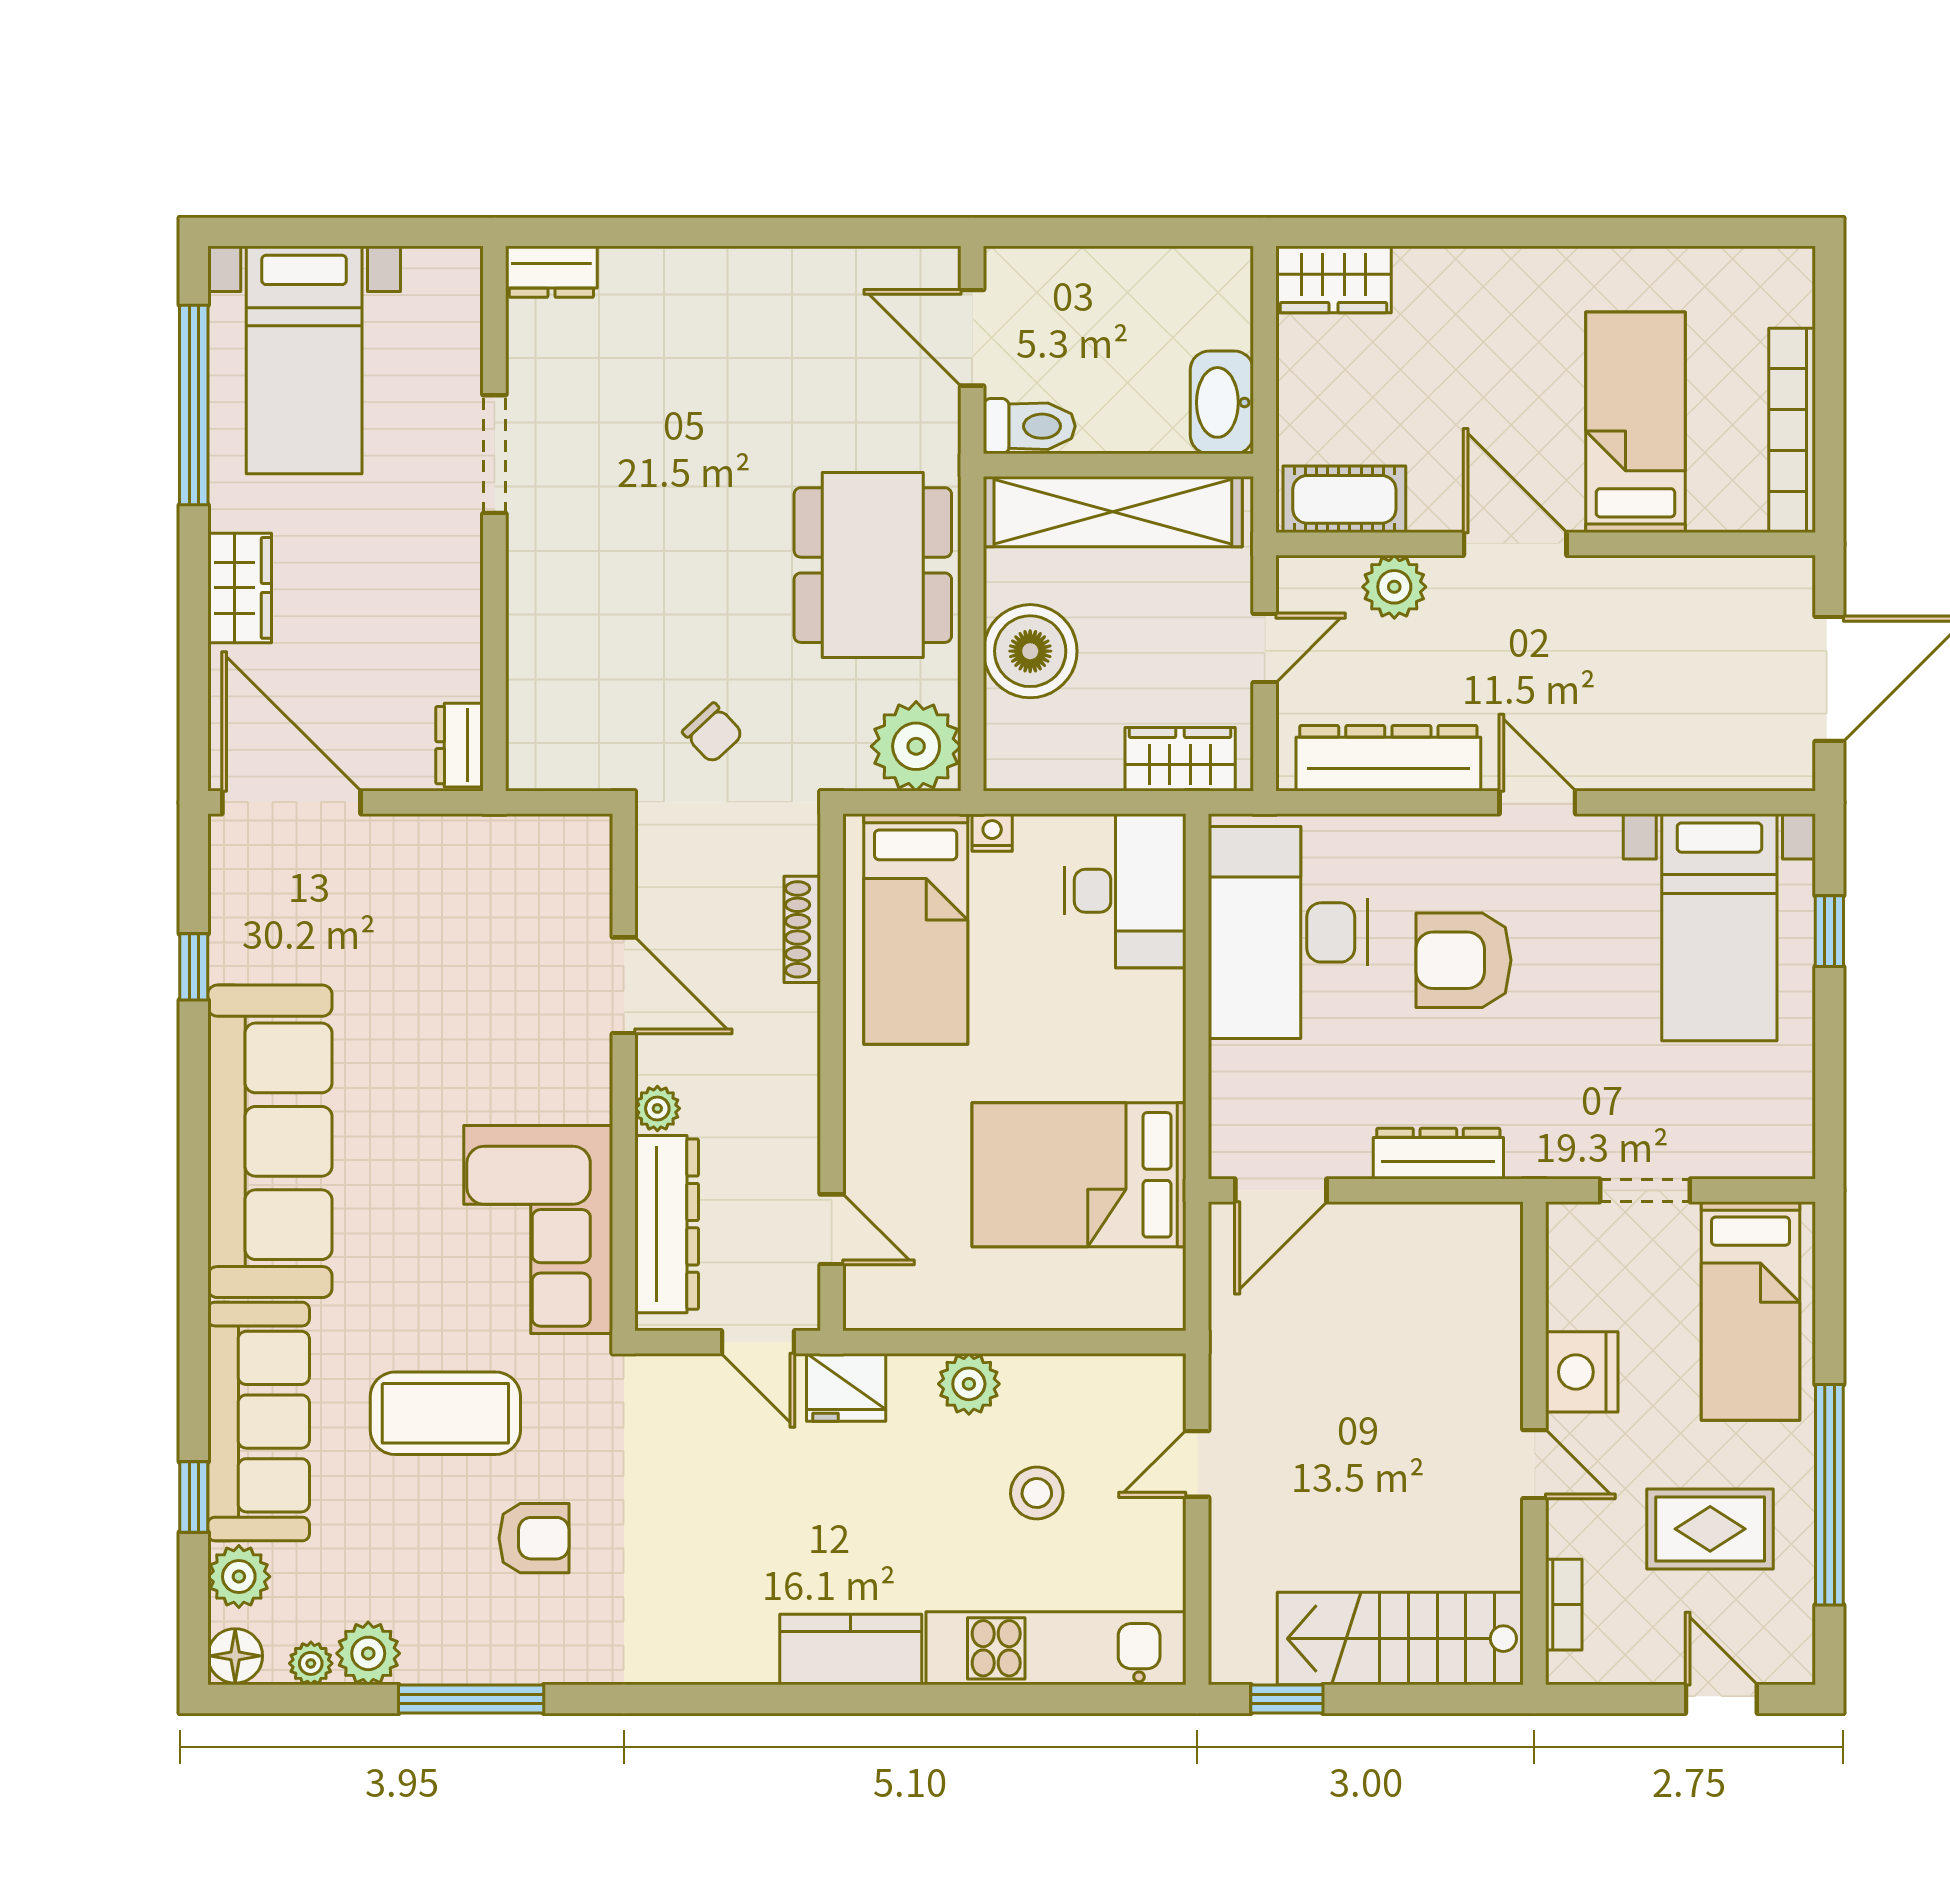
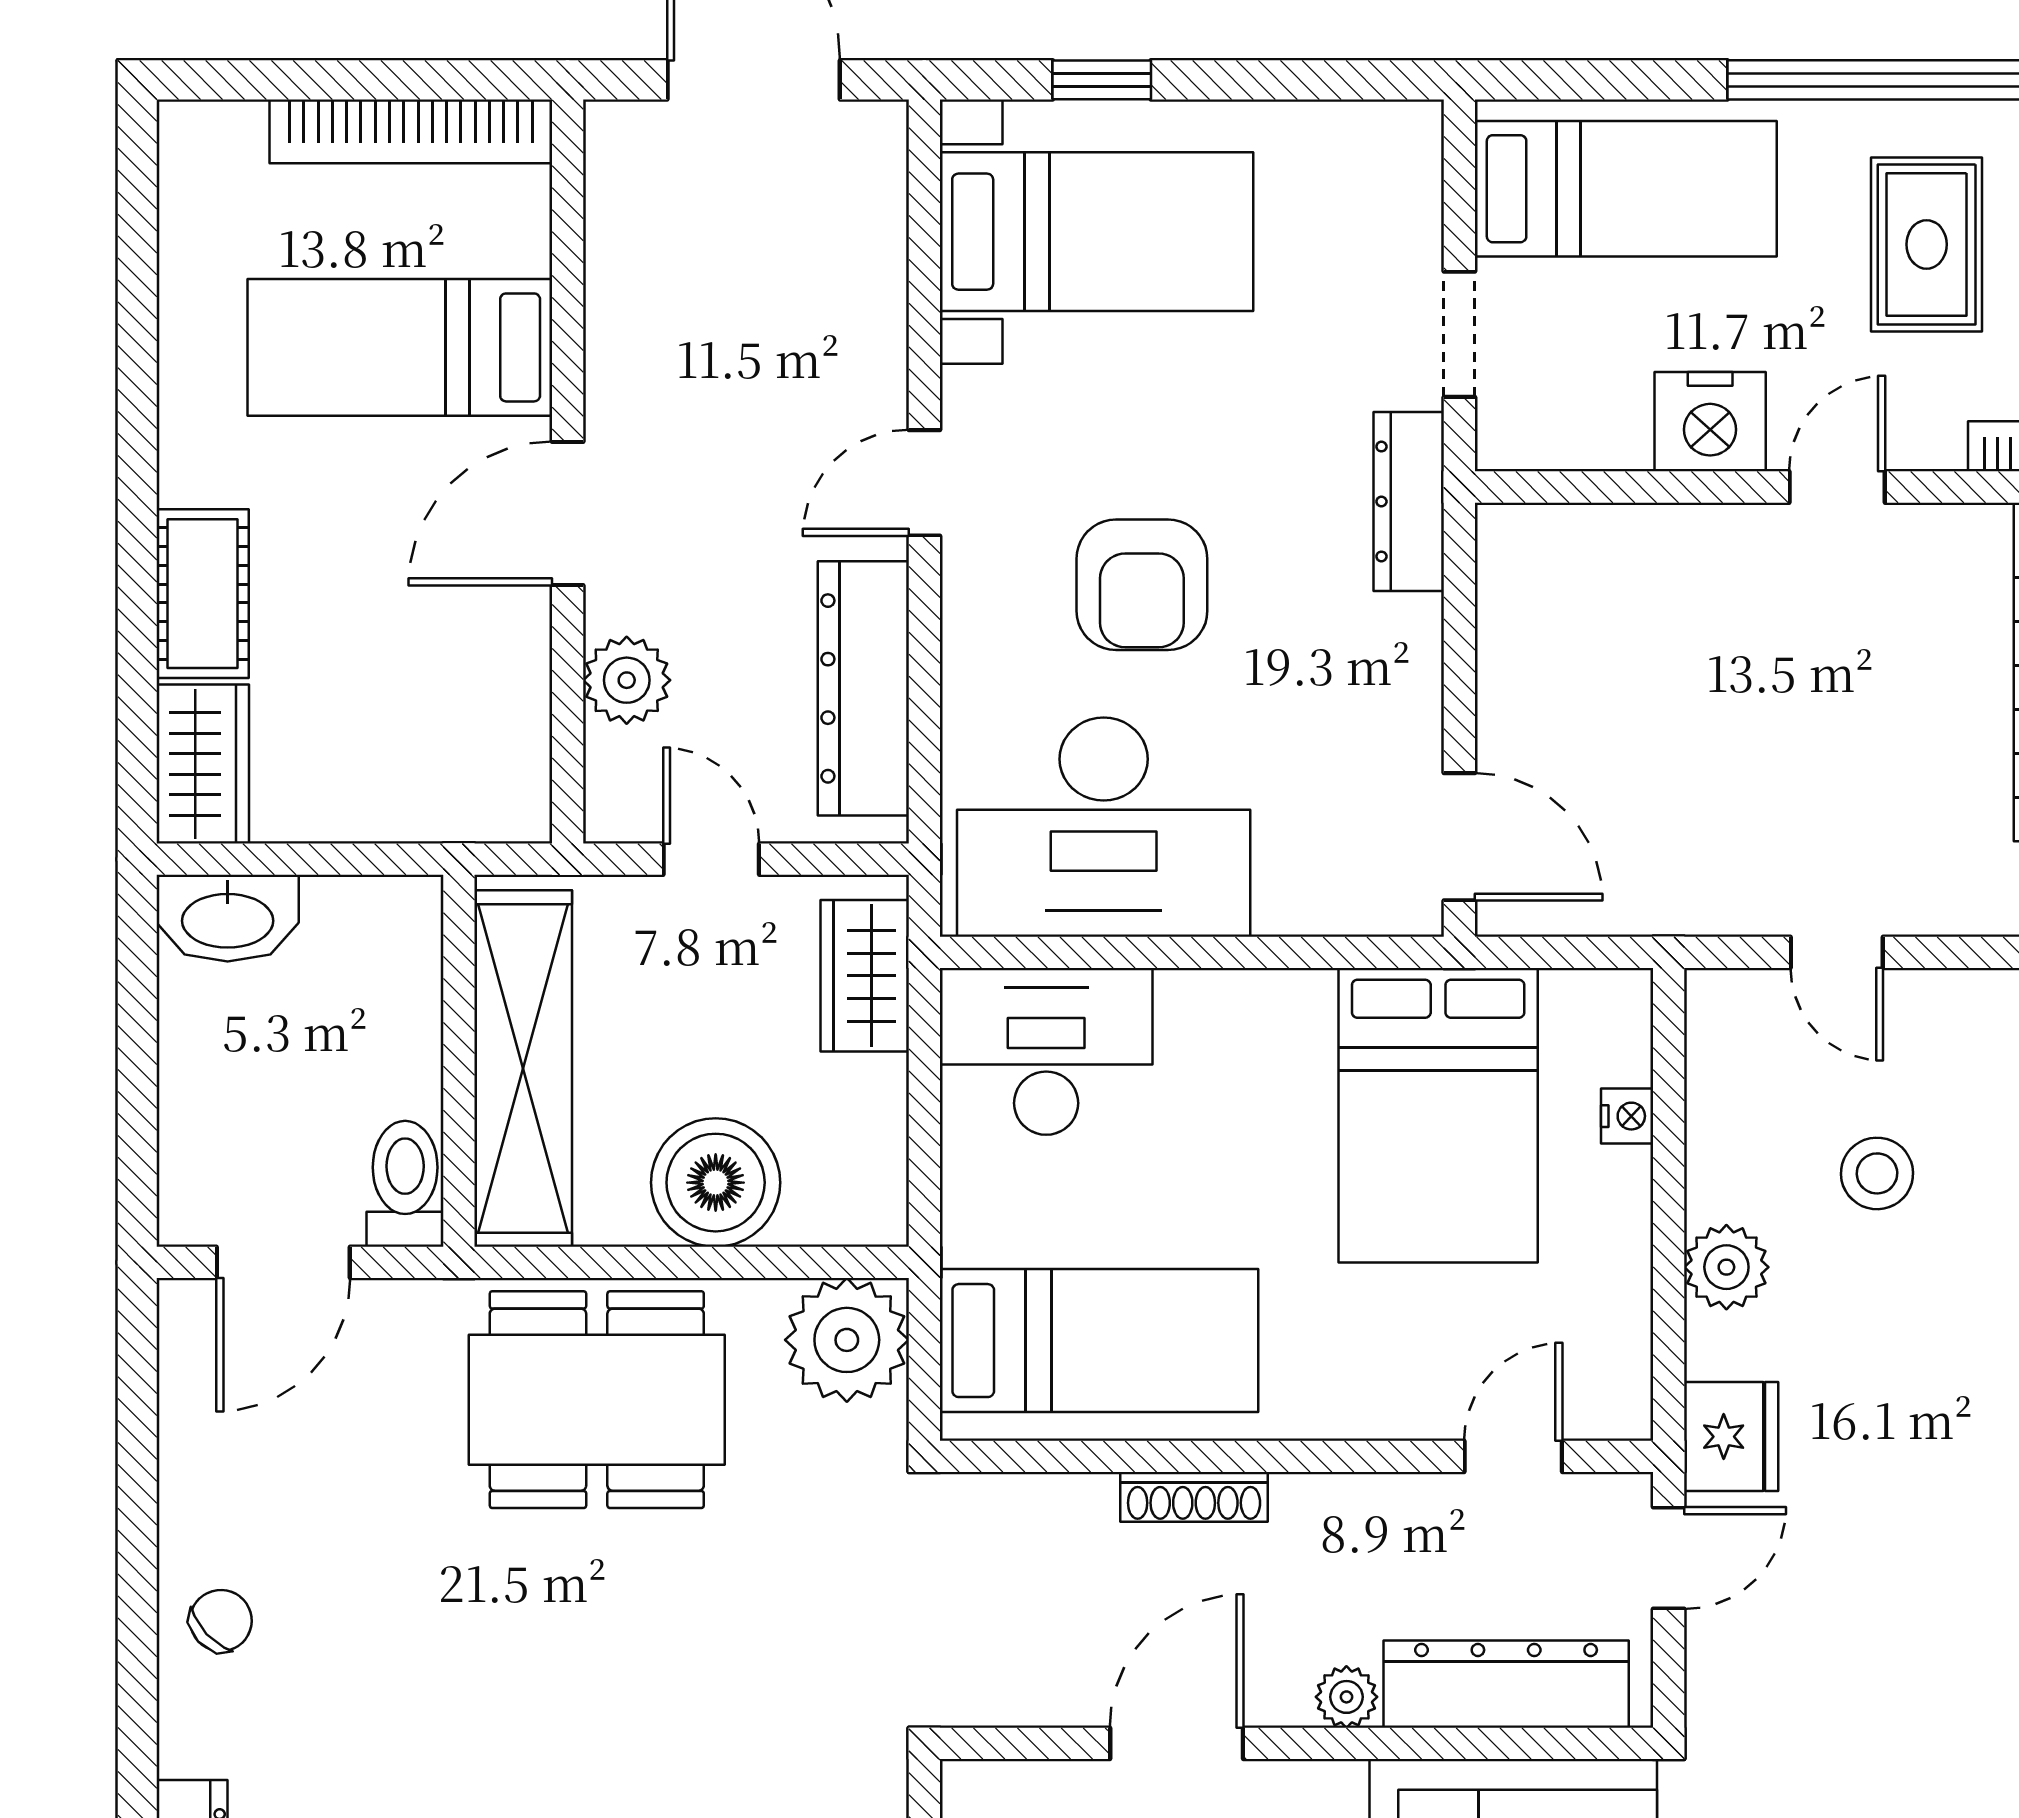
washbasin: (1222, 402) -> (228, 918), moved
cot: (1344, 499) -> (203, 594), moved
chair: (713, 733) -> (221, 1621), moved
nightstand: (992, 833) -> (1627, 1116), moved, turned 180
shoe rack: (802, 929) -> (1194, 1497), moved
dresser: (1438, 1154) -> (1409, 502), moved

